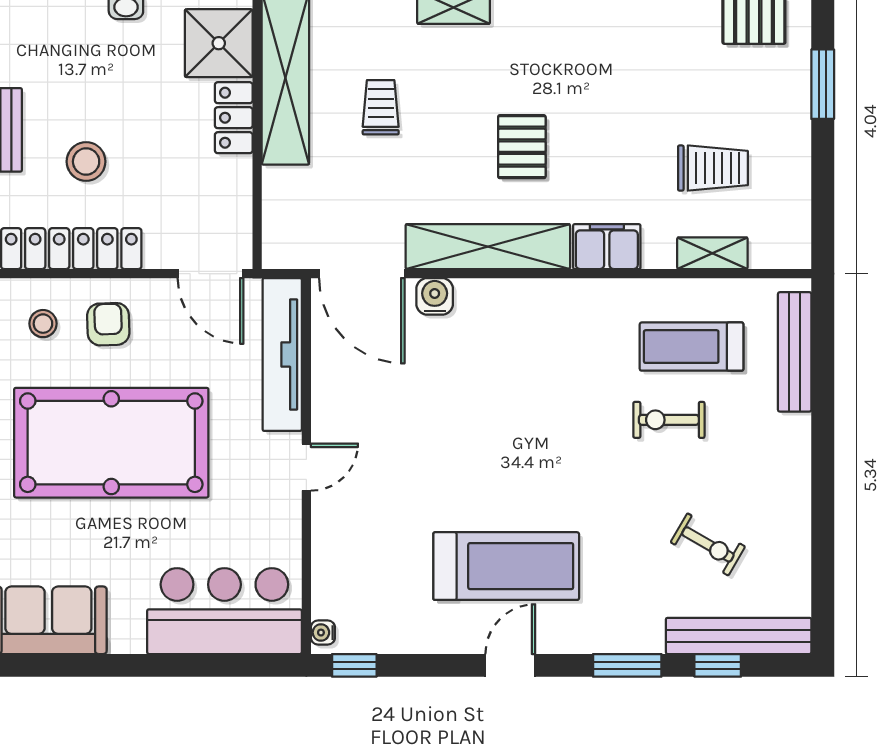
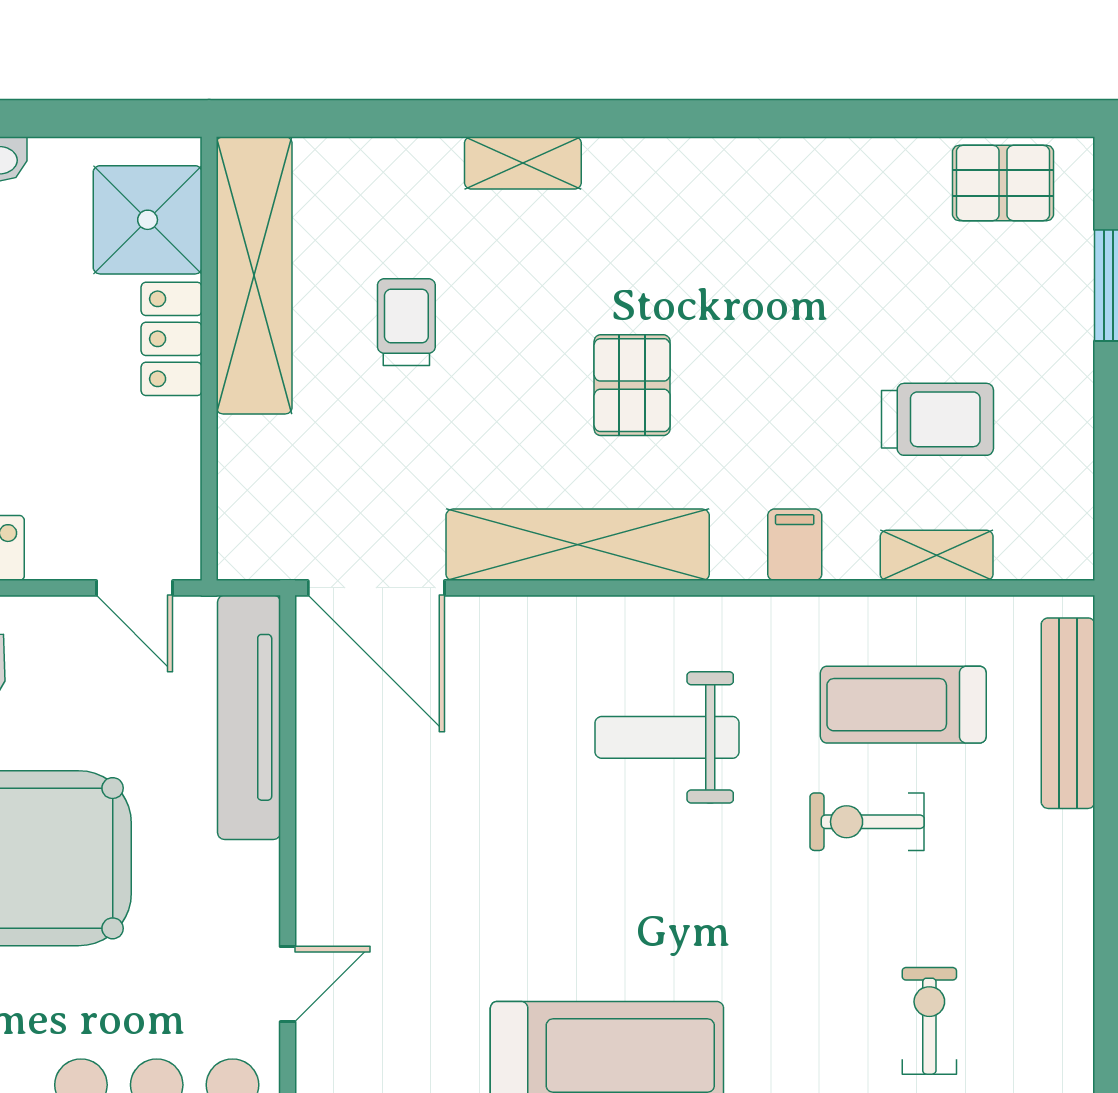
filing cabinet: (607, 247) -> (795, 545), width x0.50
door: (211, 274) -> (135, 588), width x0.73
water cooler: (435, 296) -> (493, 624), removed
weight bench: (544, 367) -> (667, 737), added
door: (306, 467) -> (288, 984), moved
exercise bike: (708, 544) -> (929, 1021), turned -120

